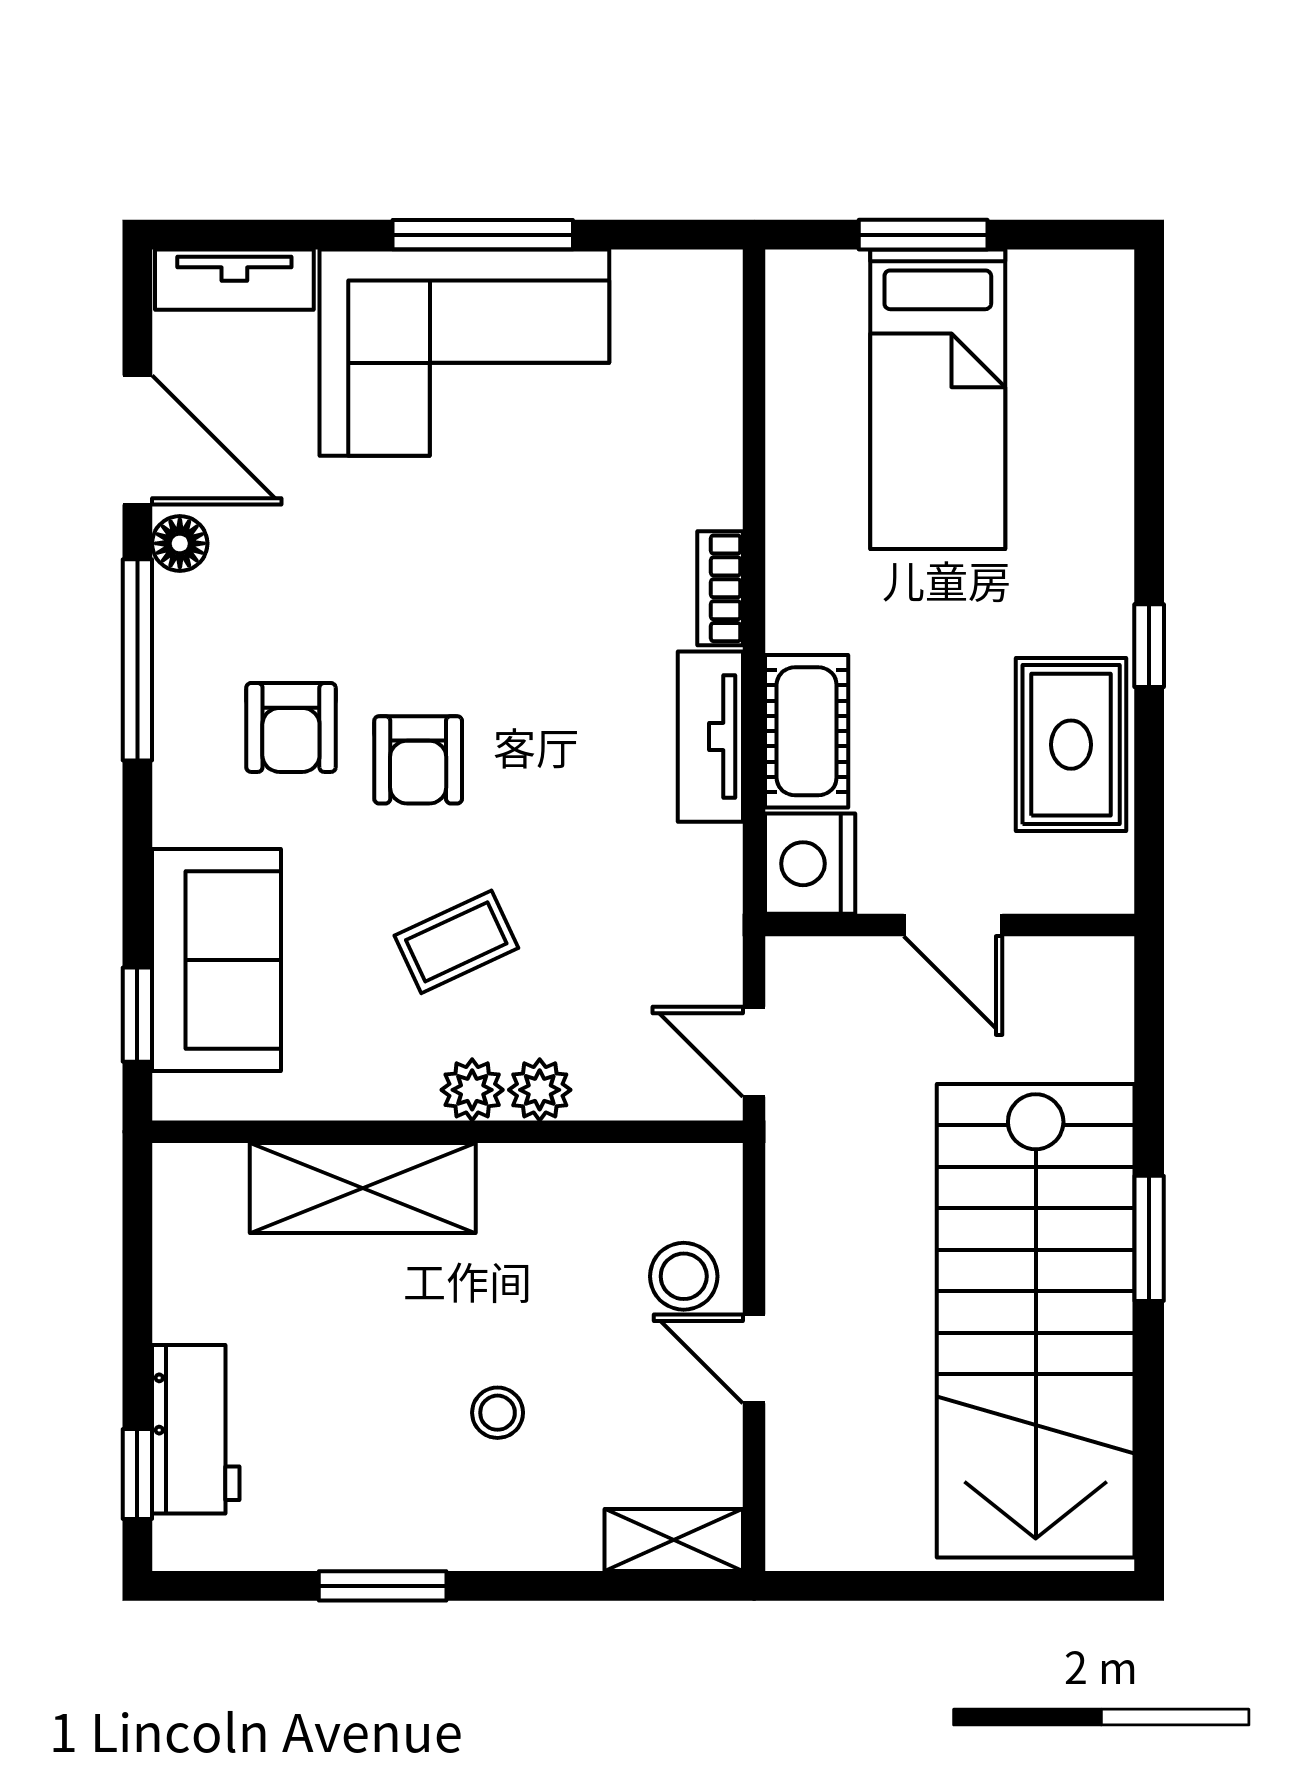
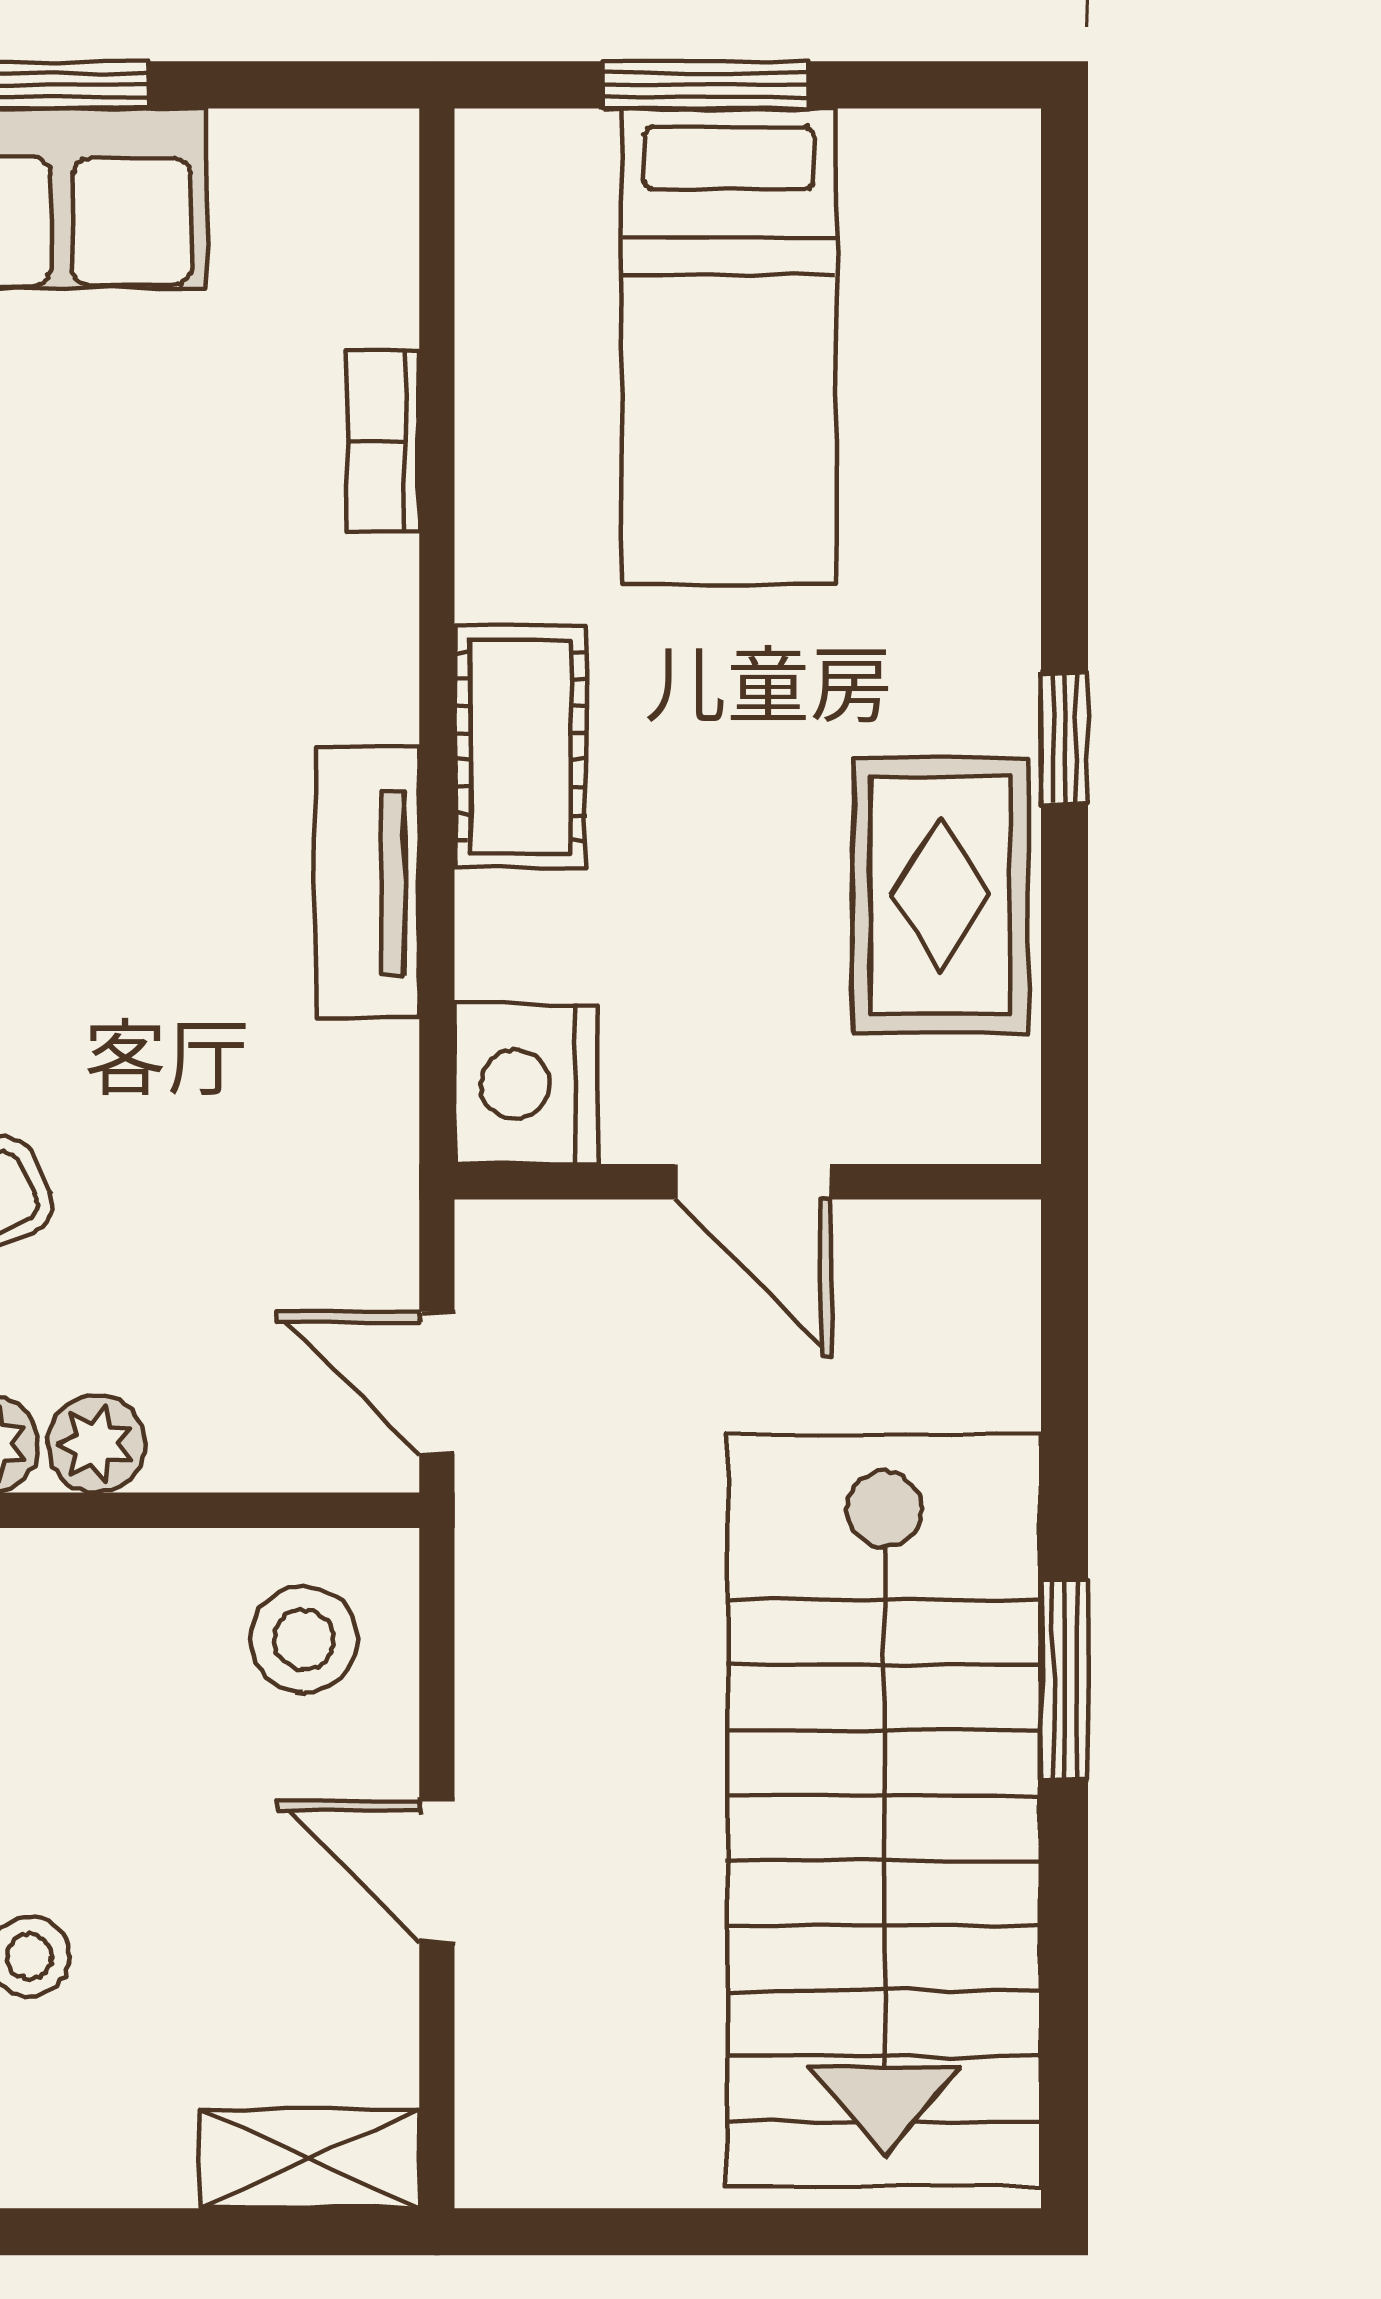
bookcase: (720, 588) -> (383, 441), moved
cot: (807, 731) -> (520, 746), moved
stool: (684, 1276) -> (304, 1639), moved

